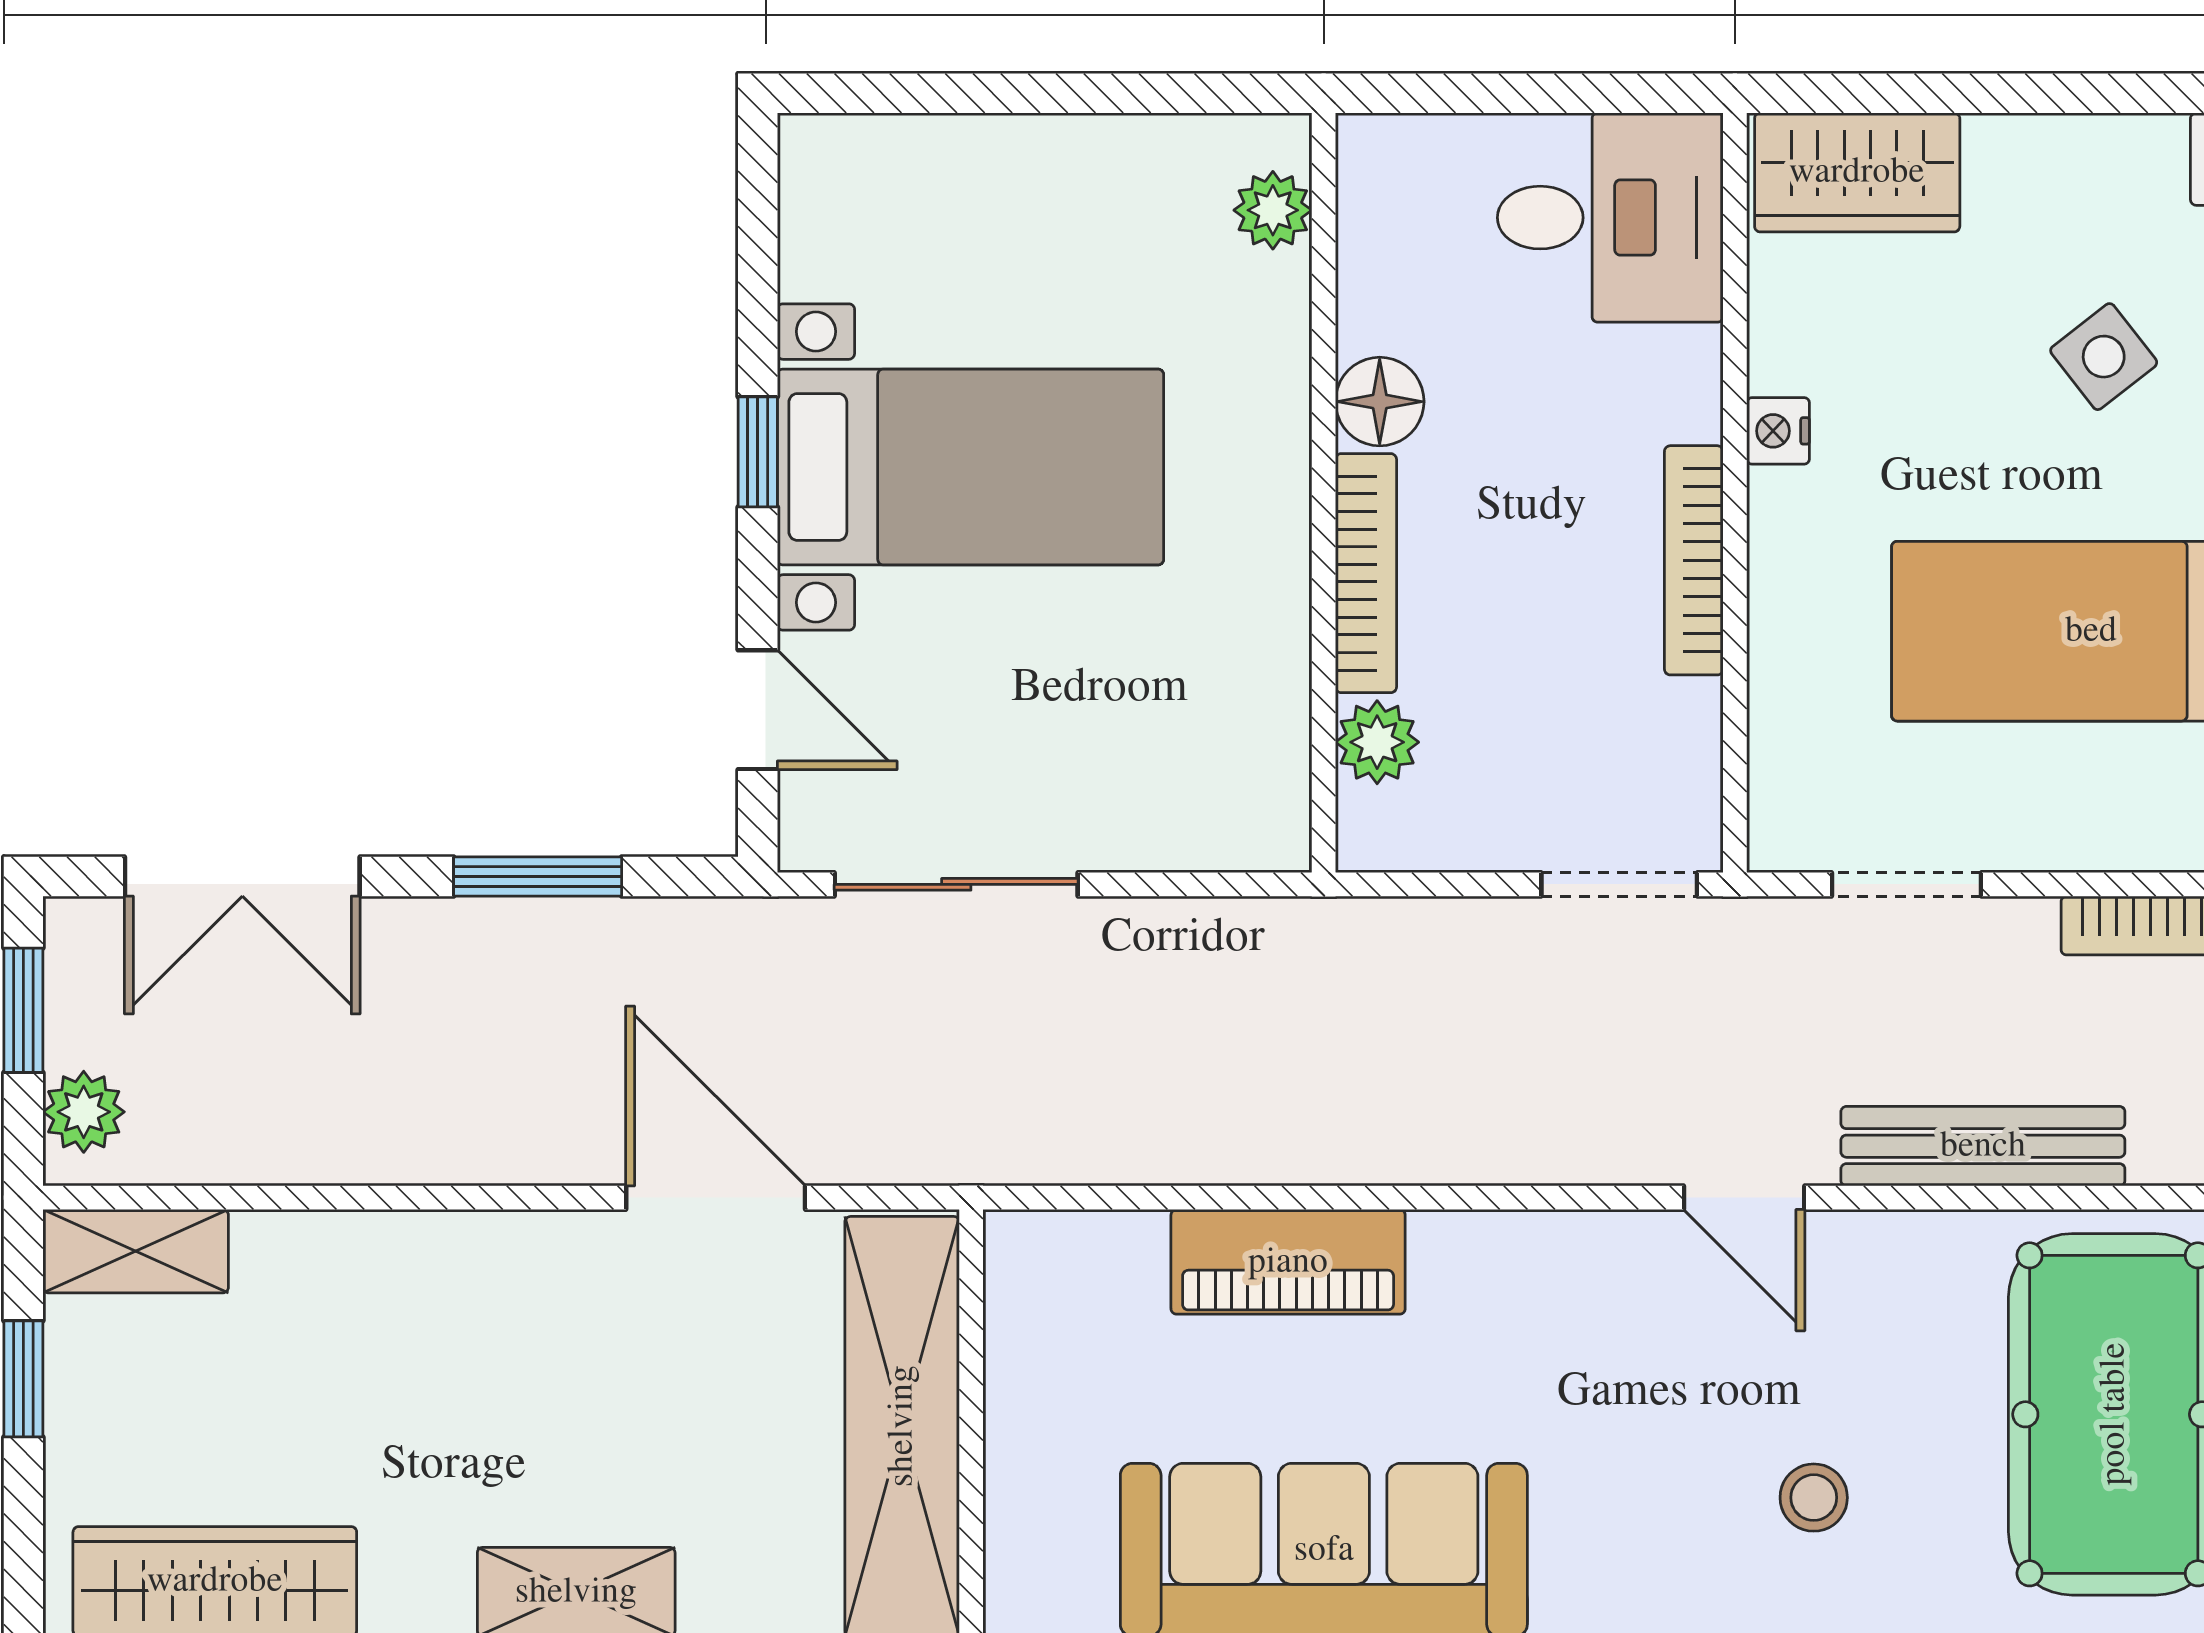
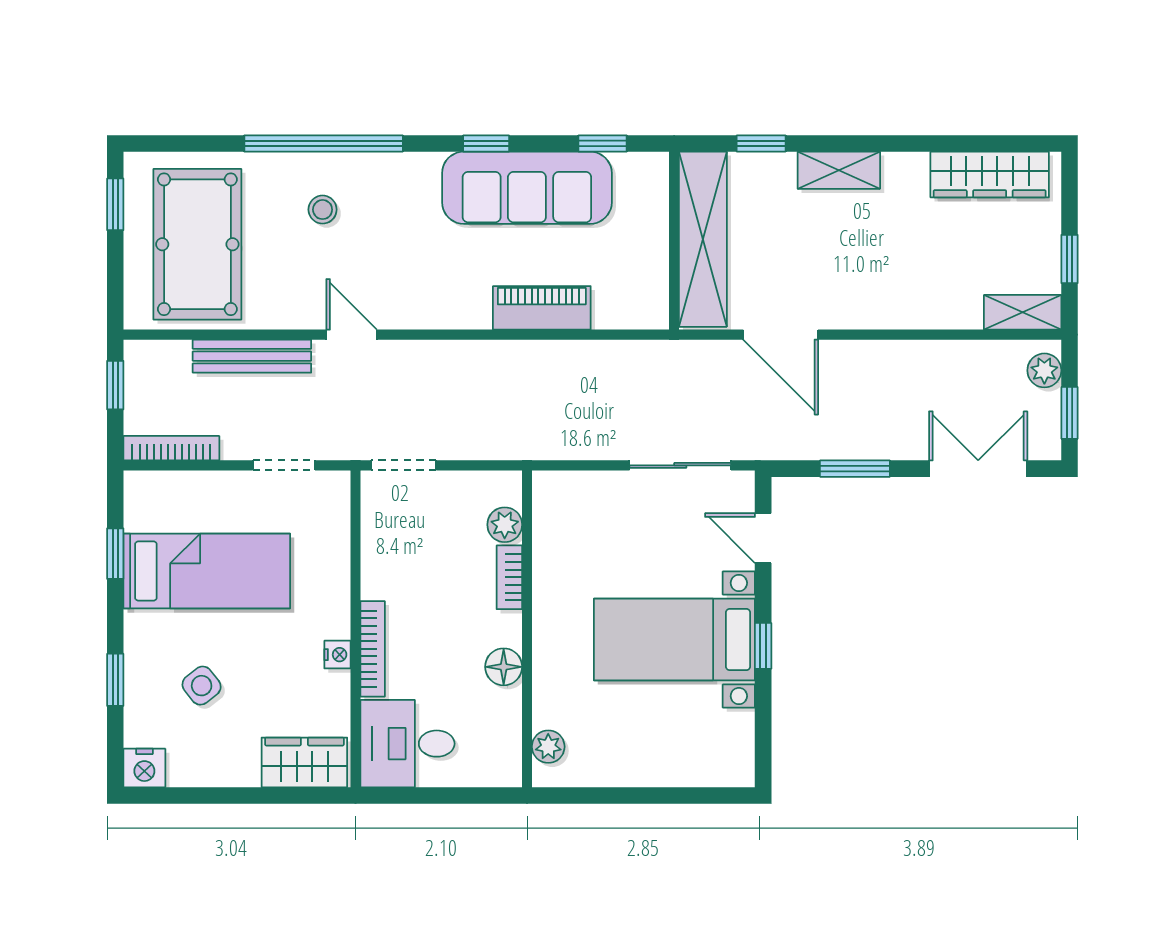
bookcase: (1694, 560) -> (373, 649), moved
bookcase: (1366, 573) -> (509, 577), width x0.64

